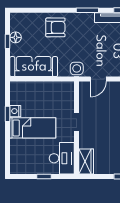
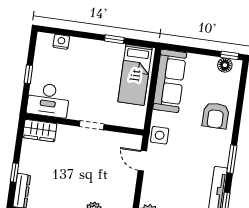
floor lamp: (16, 37) -> (225, 65), moved
window: (8, 41) -> (230, 55), moved
nightstand: (15, 111) -> (61, 42), moved
bed: (33, 128) -> (135, 75), moved

